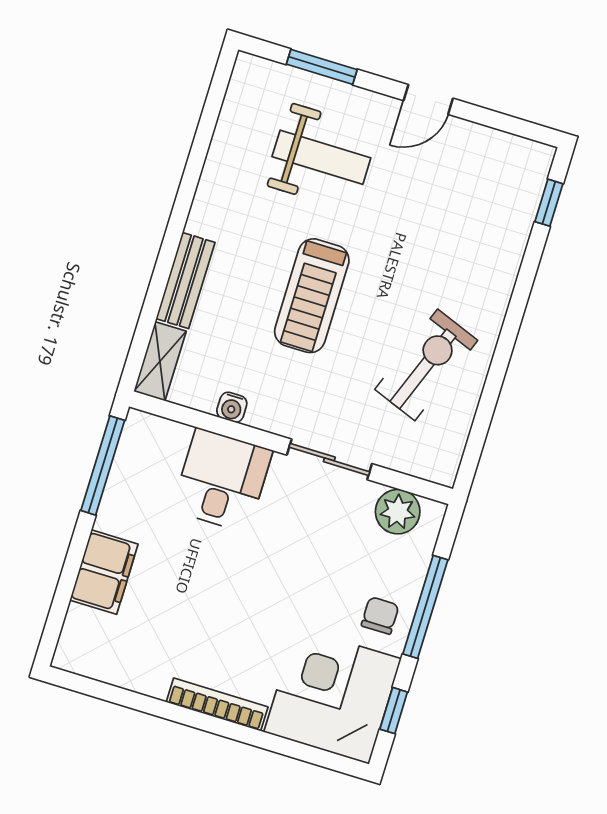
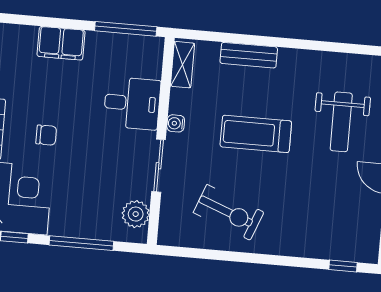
shelving: (160, 361) -> (183, 65), moved, turned 90
water cooler: (232, 407) -> (176, 123), moved
chair: (380, 616) -> (46, 135), moved

